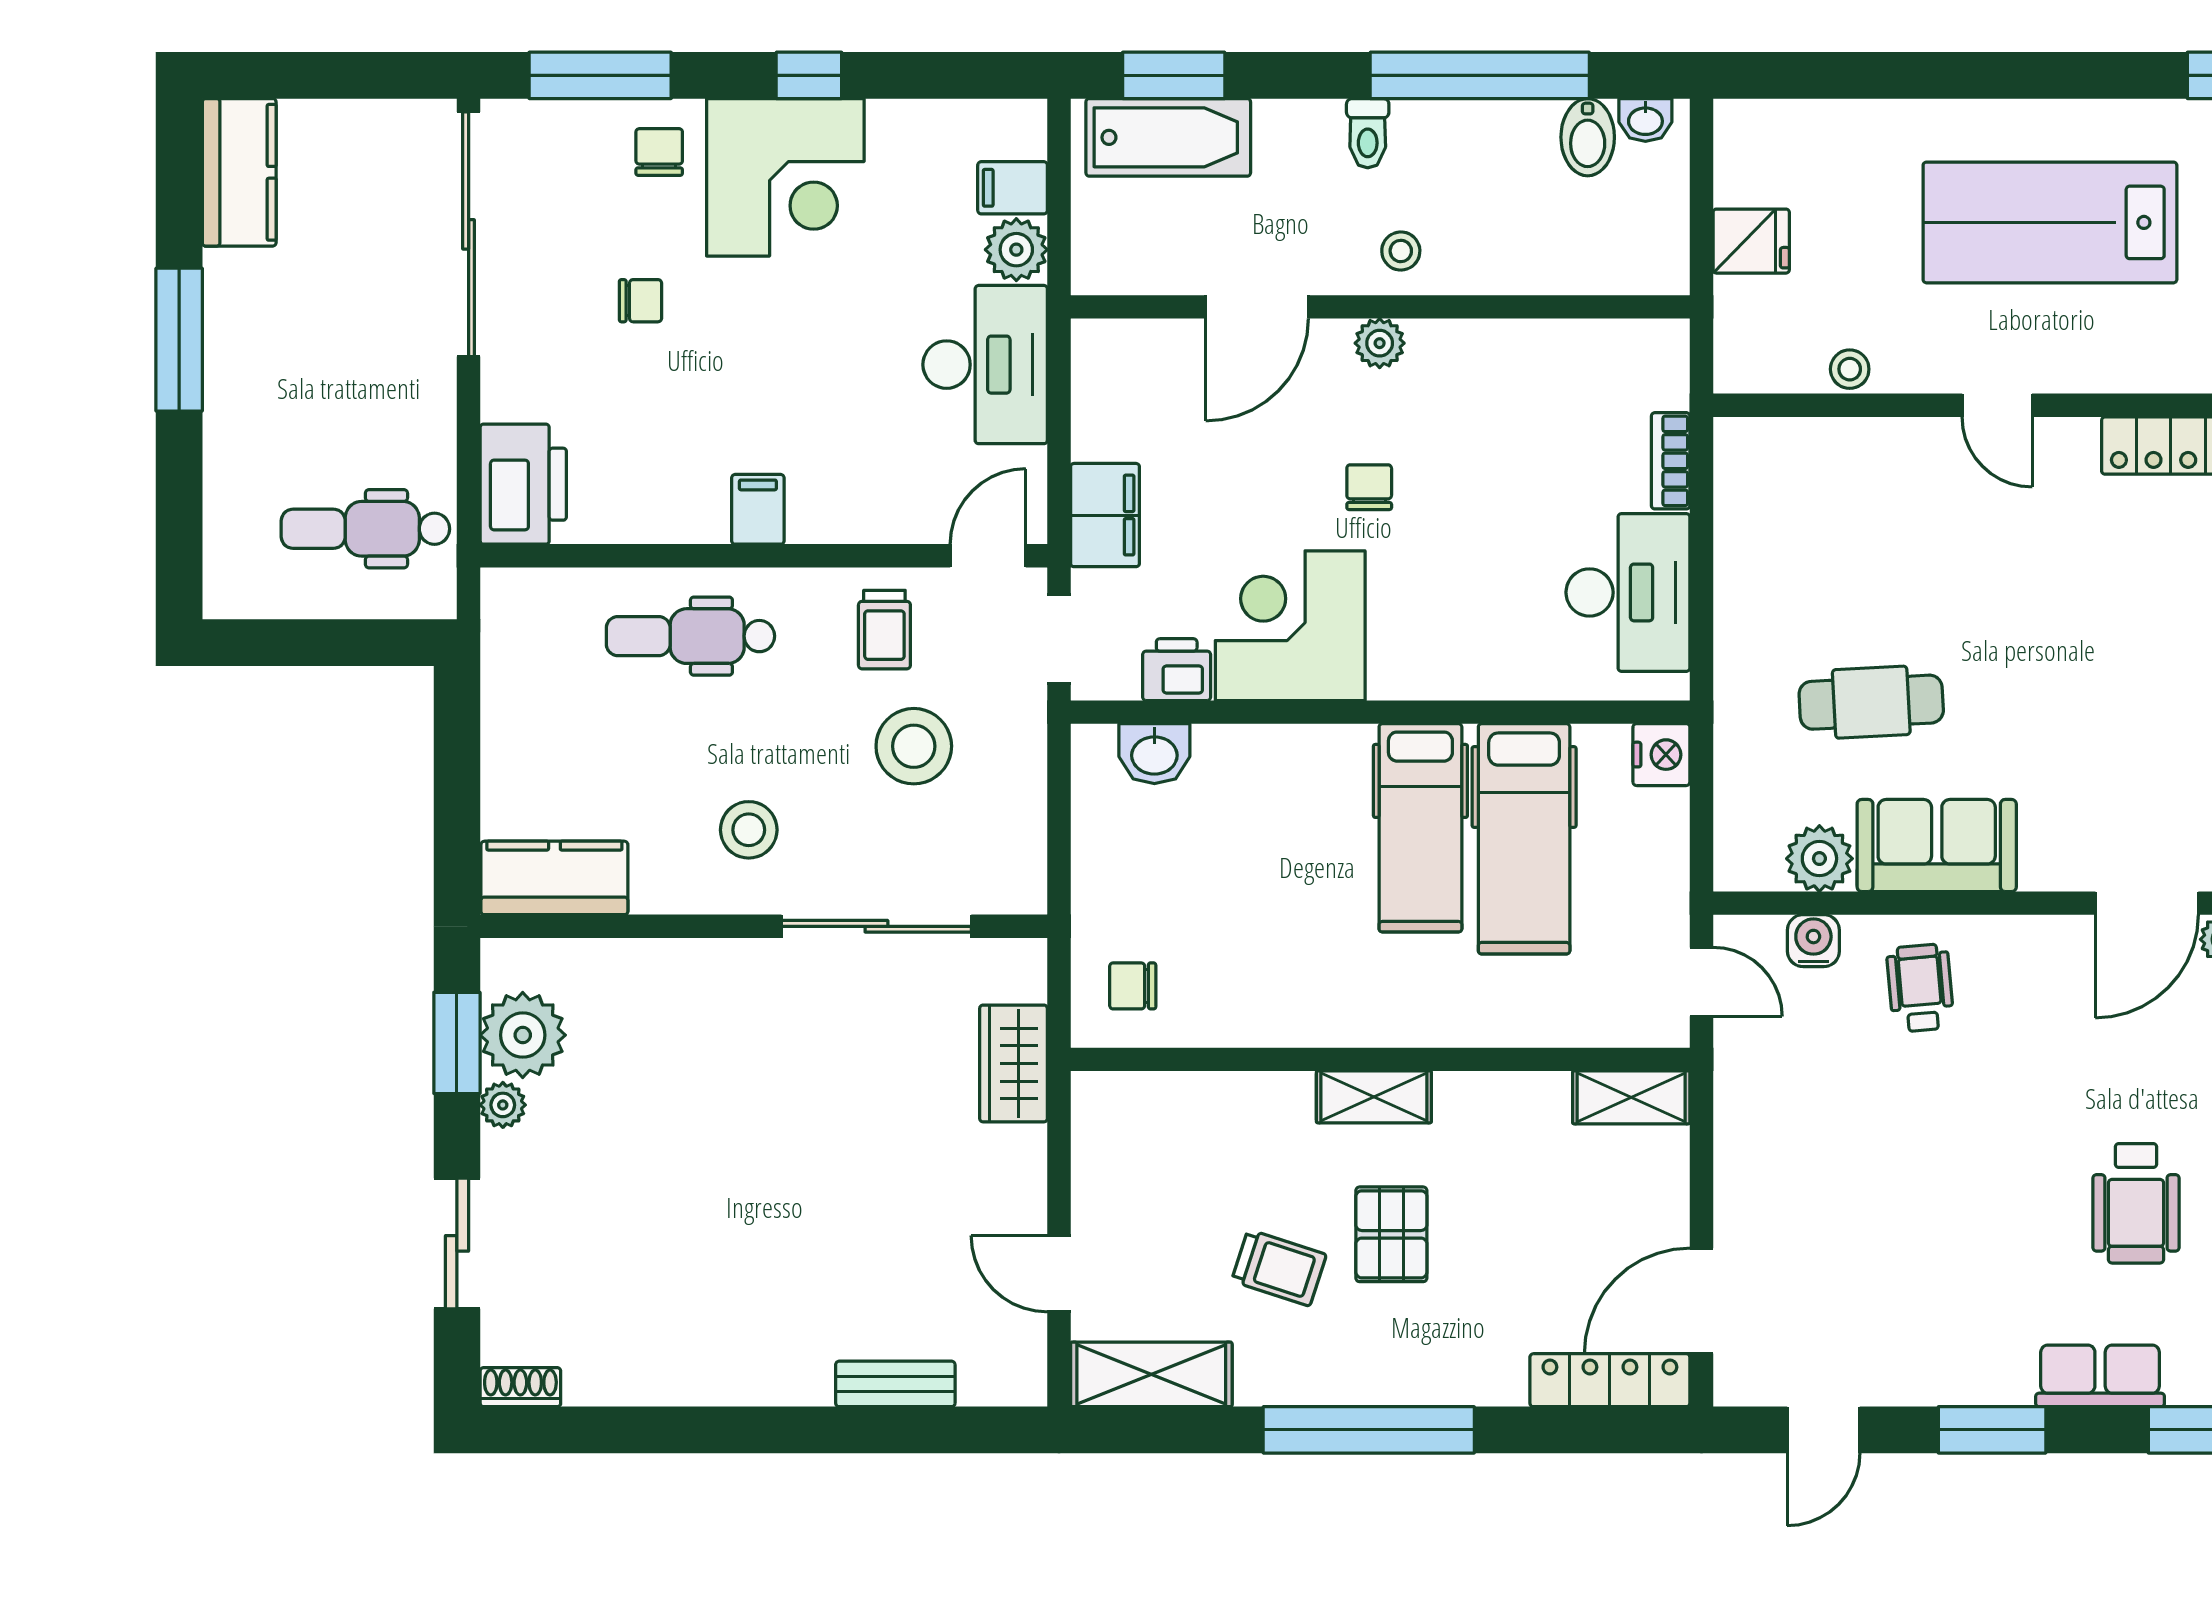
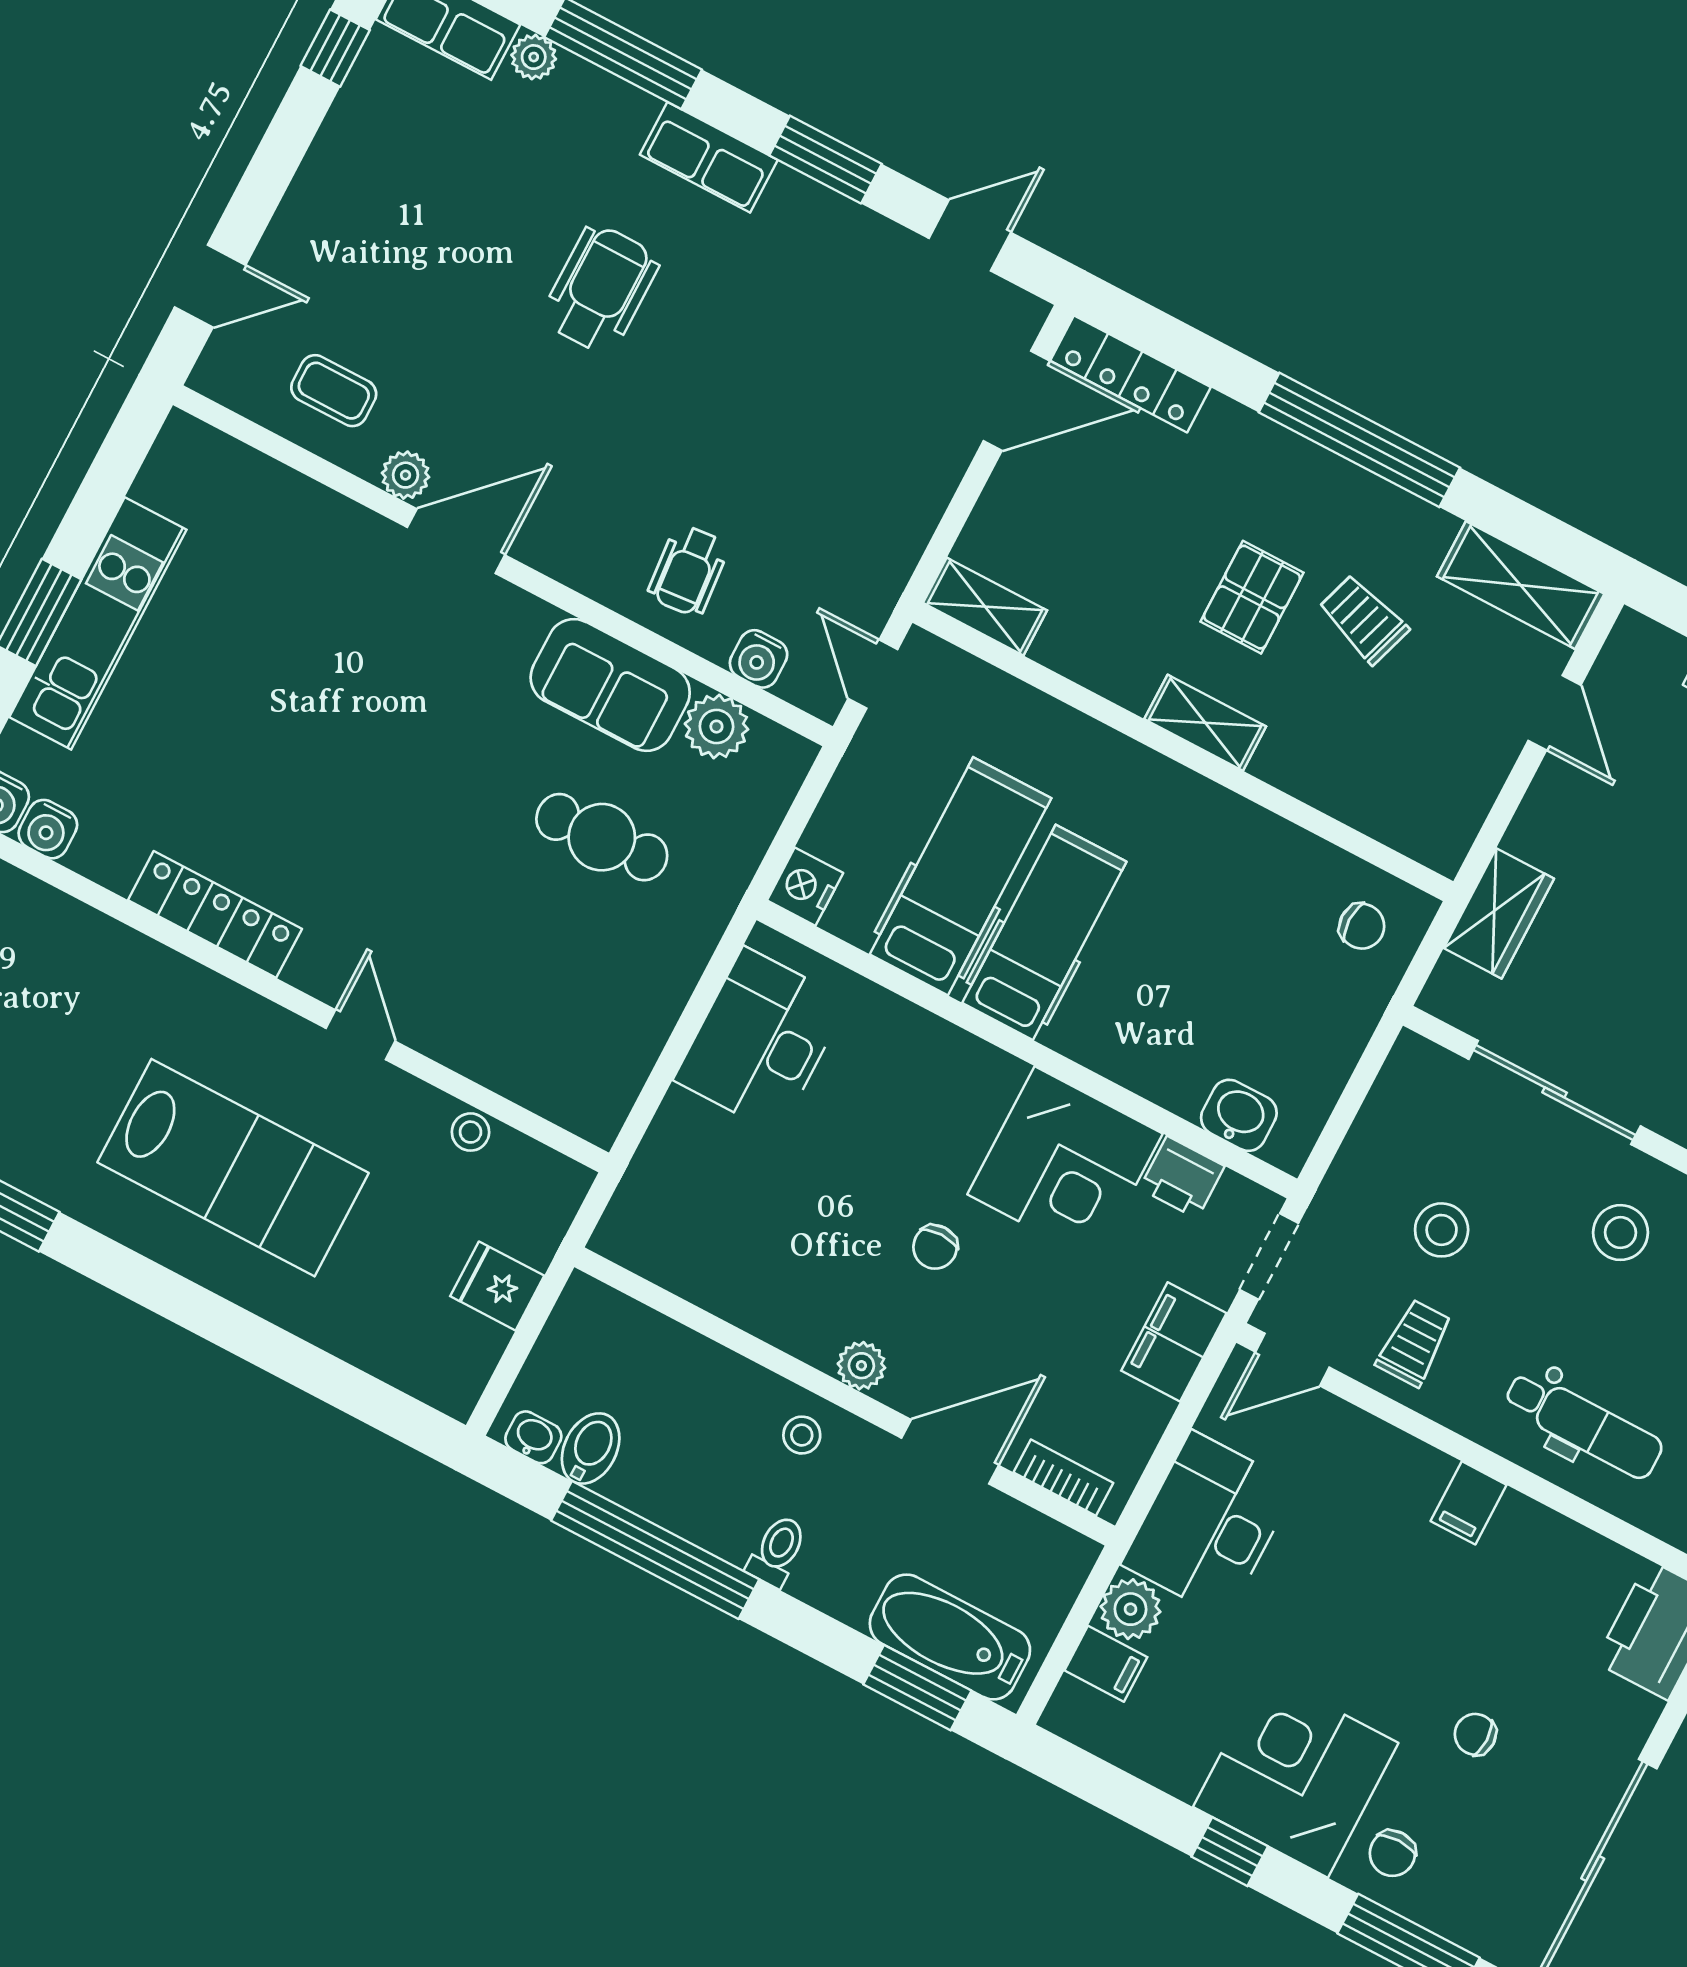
bookcase: (1671, 461) -> (1063, 1478), moved, turned -90
stool: (914, 746) -> (1442, 1230), width x0.73, depth x0.73

